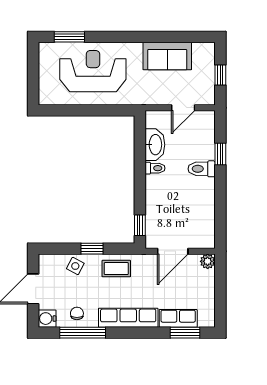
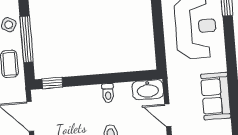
washbasin: (155, 145) -> (148, 90), moved
window: (92, 249) -> (27, 39), width x2.17

